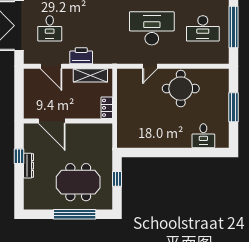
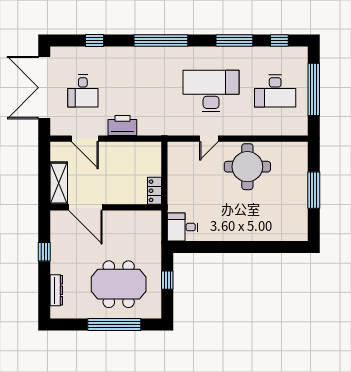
shelving: (90, 75) -> (59, 183), moved, turned 90
desk: (203, 136) -> (182, 227), moved, turned 90
dresser: (29, 166) -> (56, 290), moved

